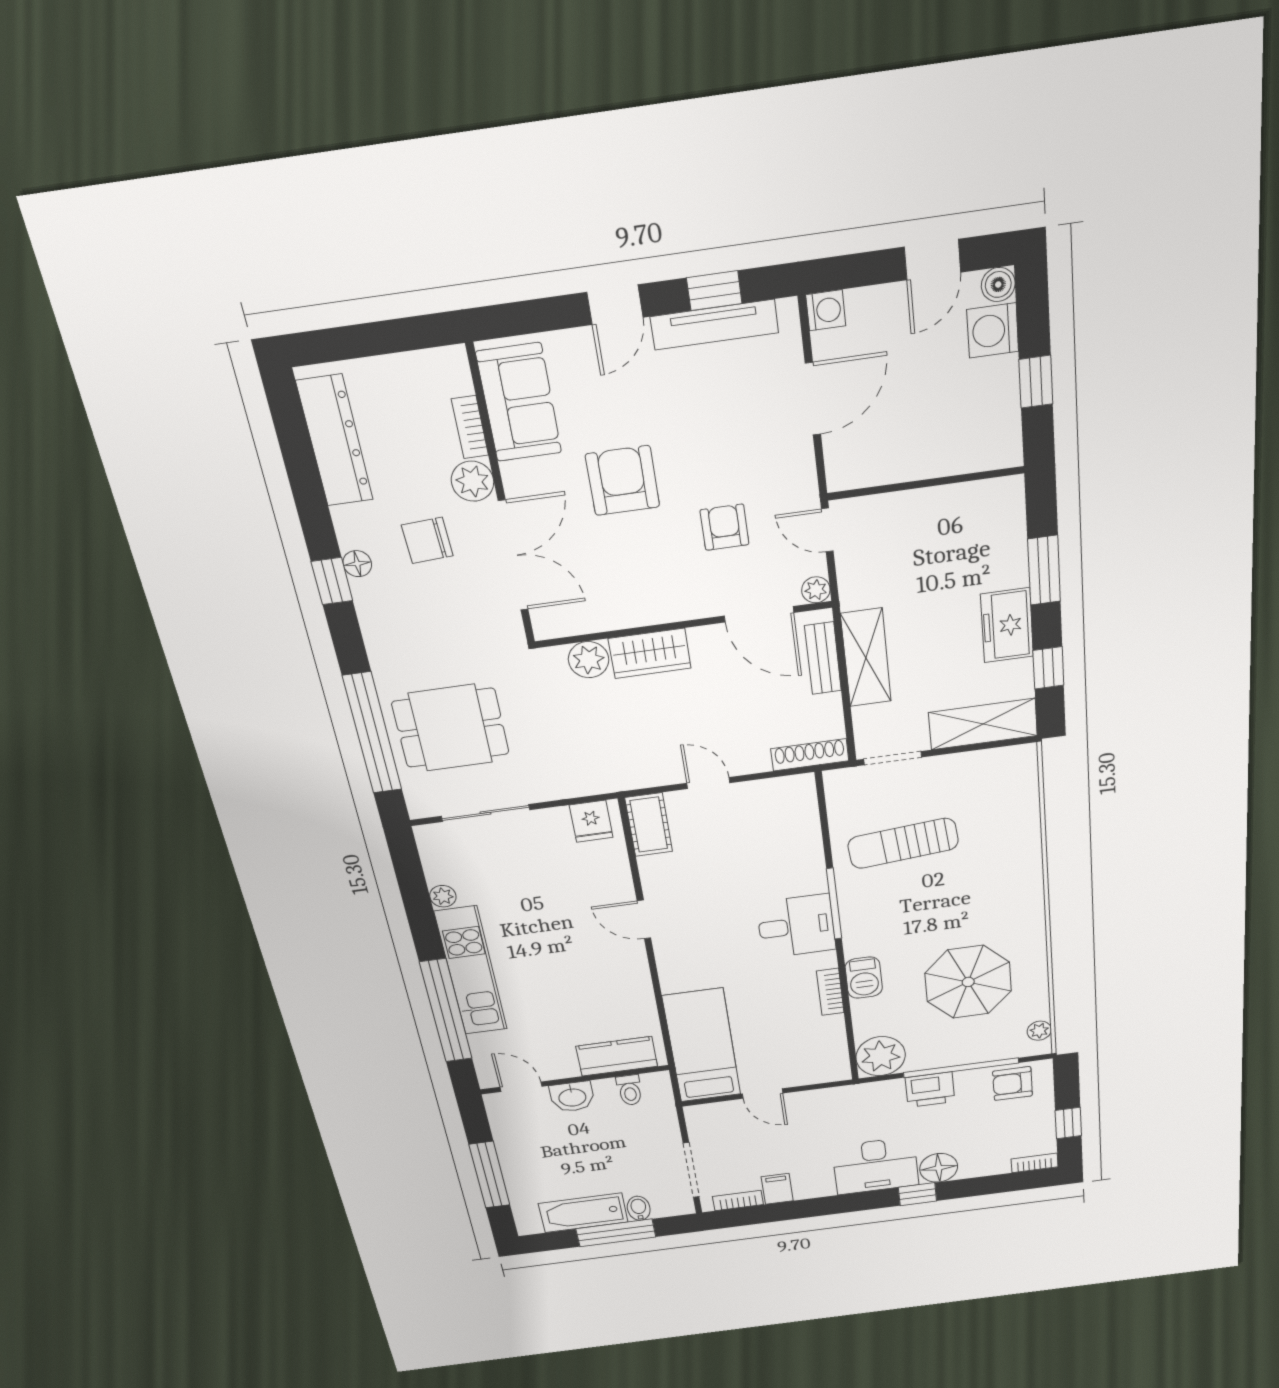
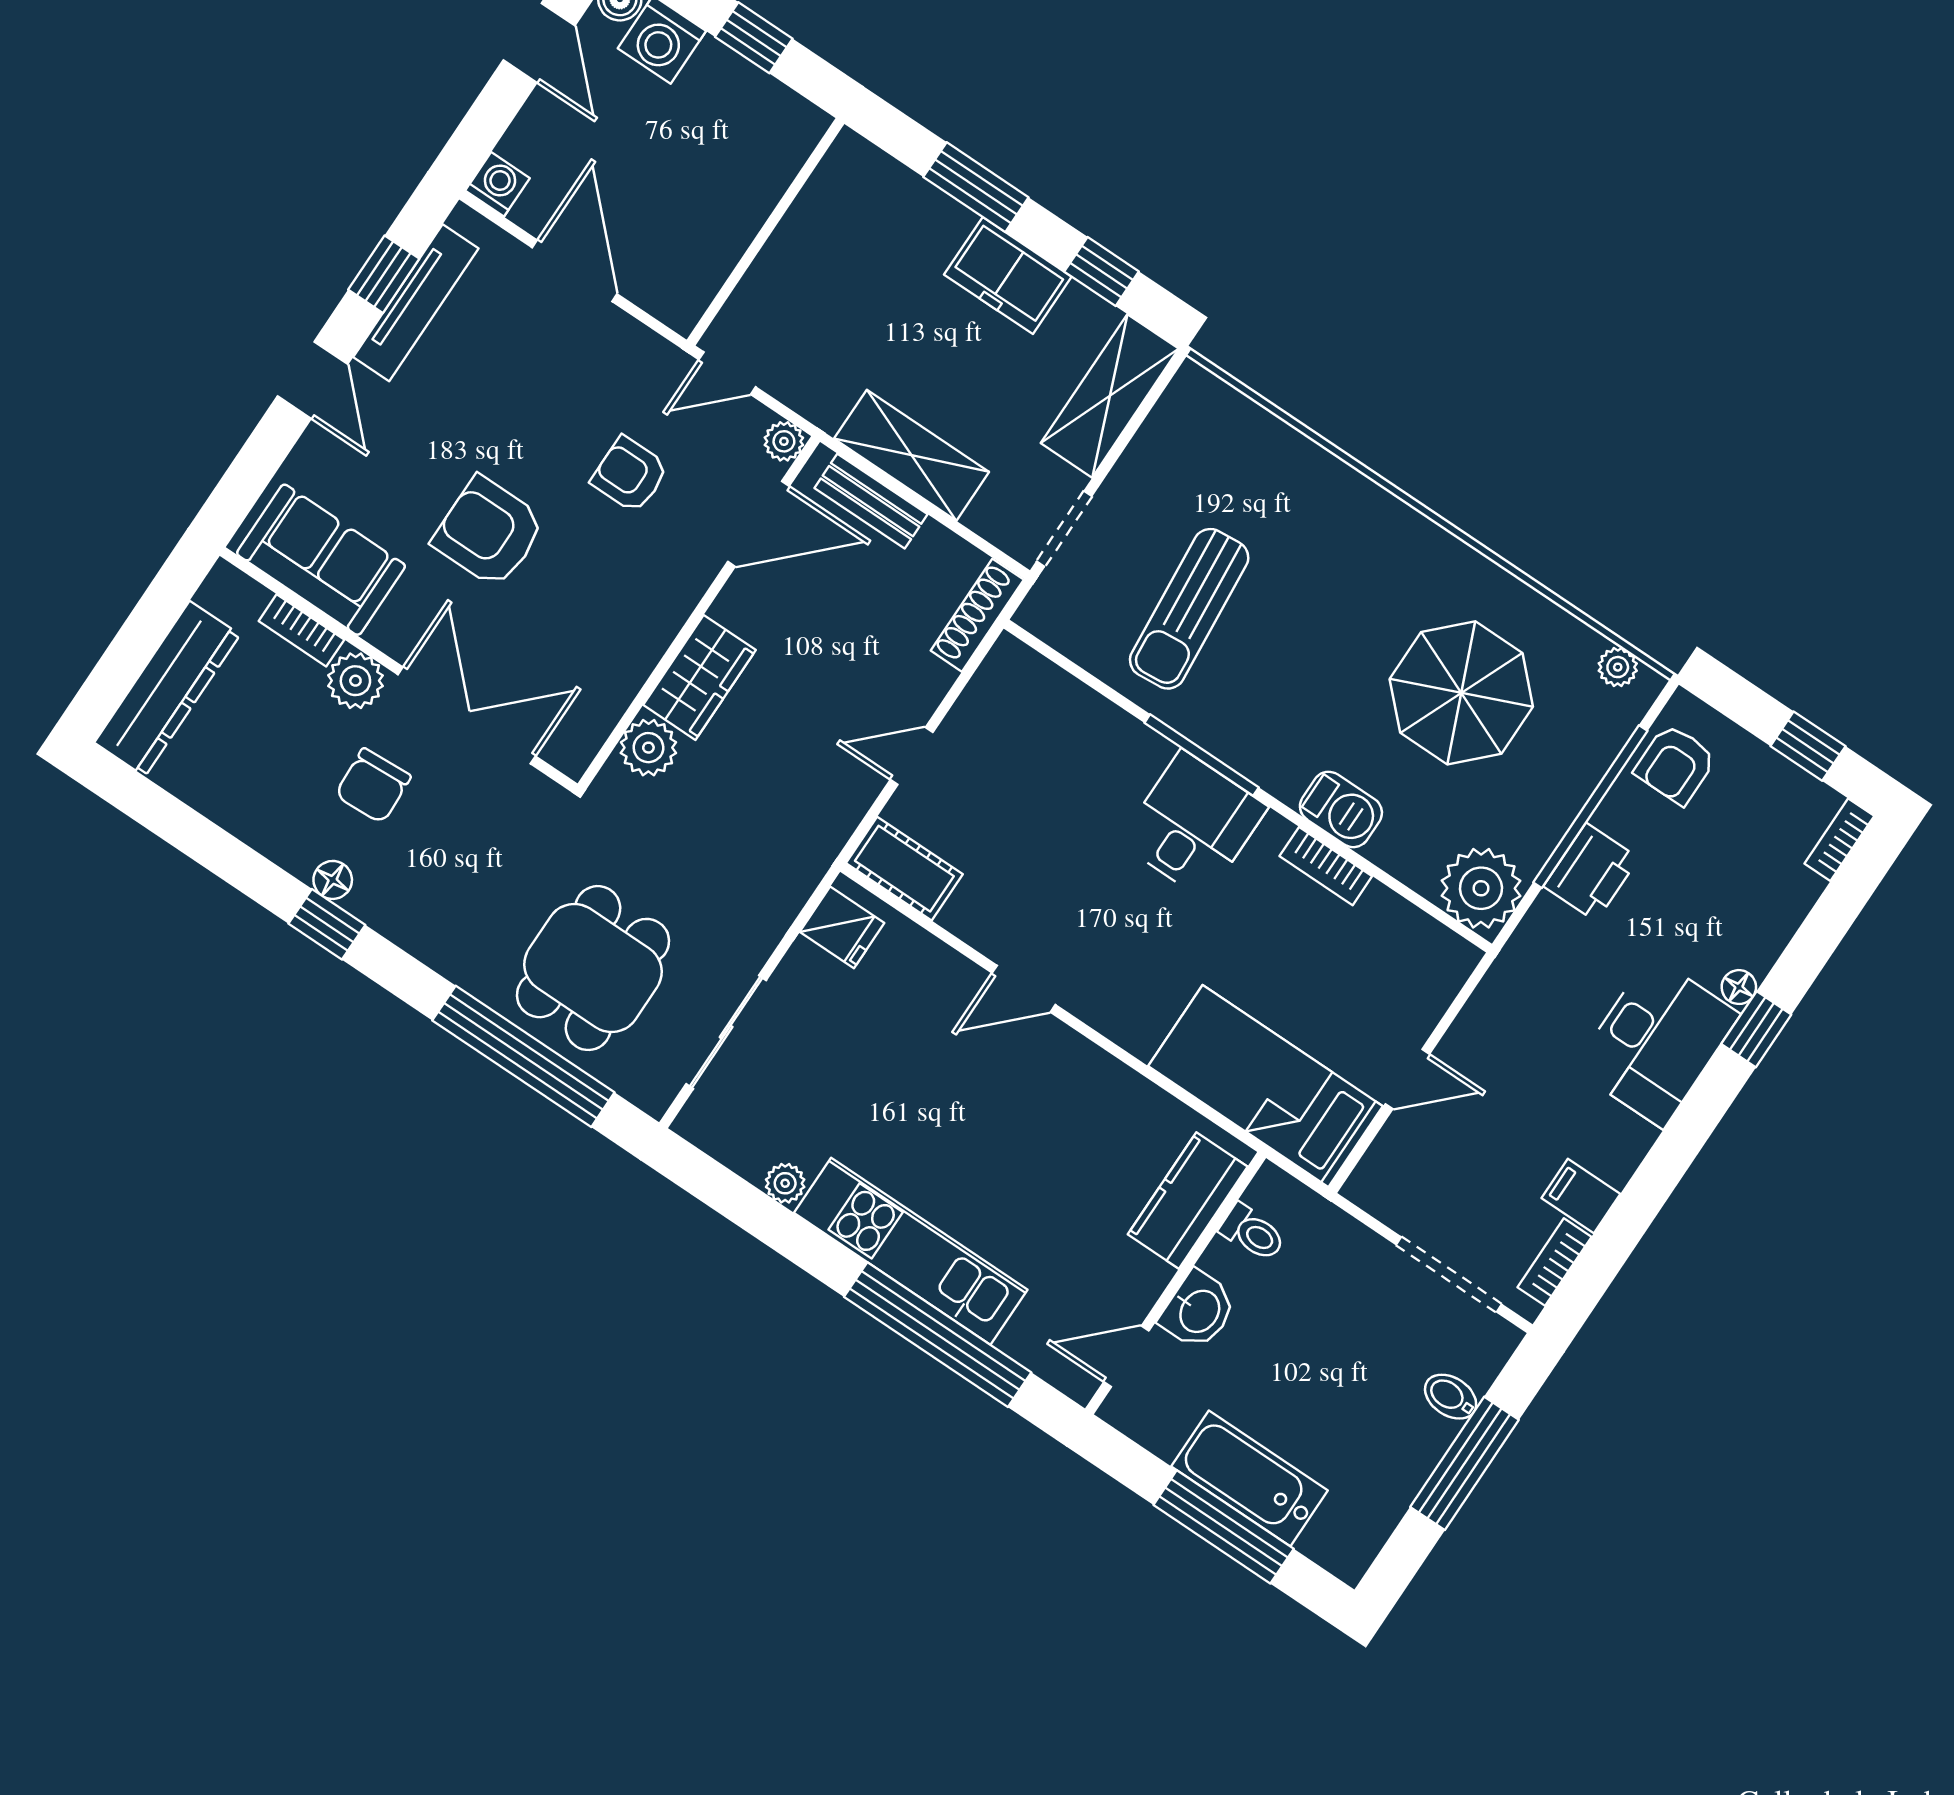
dresser: (335, 441) -> (167, 689), moved, turned 90
floor lamp: (939, 1168) -> (1739, 987), width x0.53, depth x0.53
bathtub: (583, 1213) -> (1250, 1478), moved, turned 90

